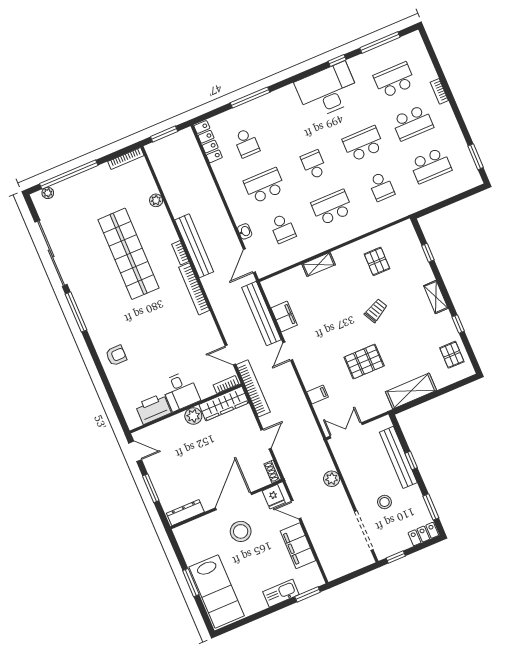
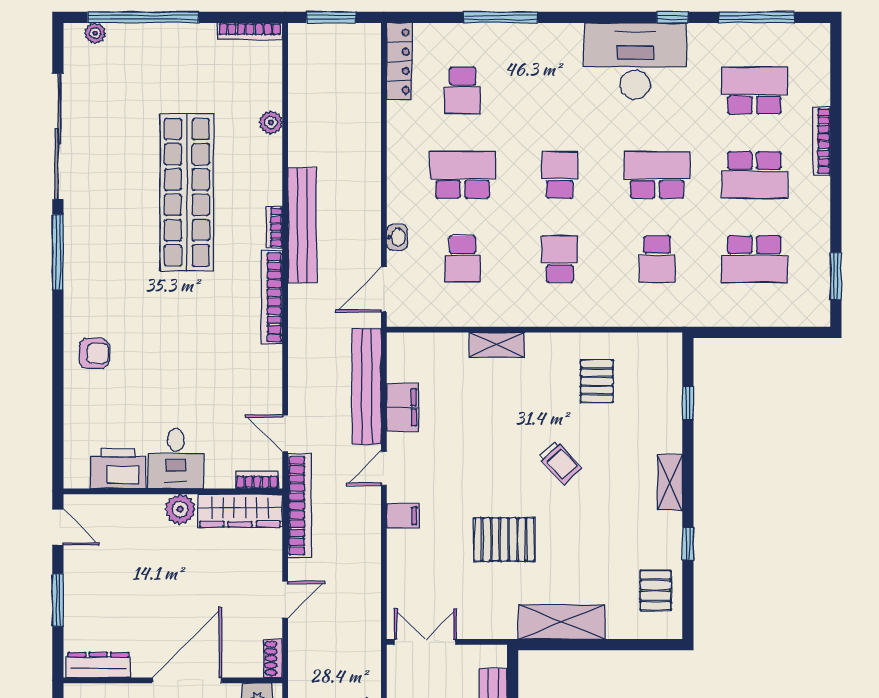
bookcase: (439, 91) -> (822, 141), width x1.56
school desk: (332, 207) -> (560, 259), width x0.54
trolley: (376, 311) -> (560, 462), turned 75
filing cabinet: (317, 395) -> (403, 516), moved

